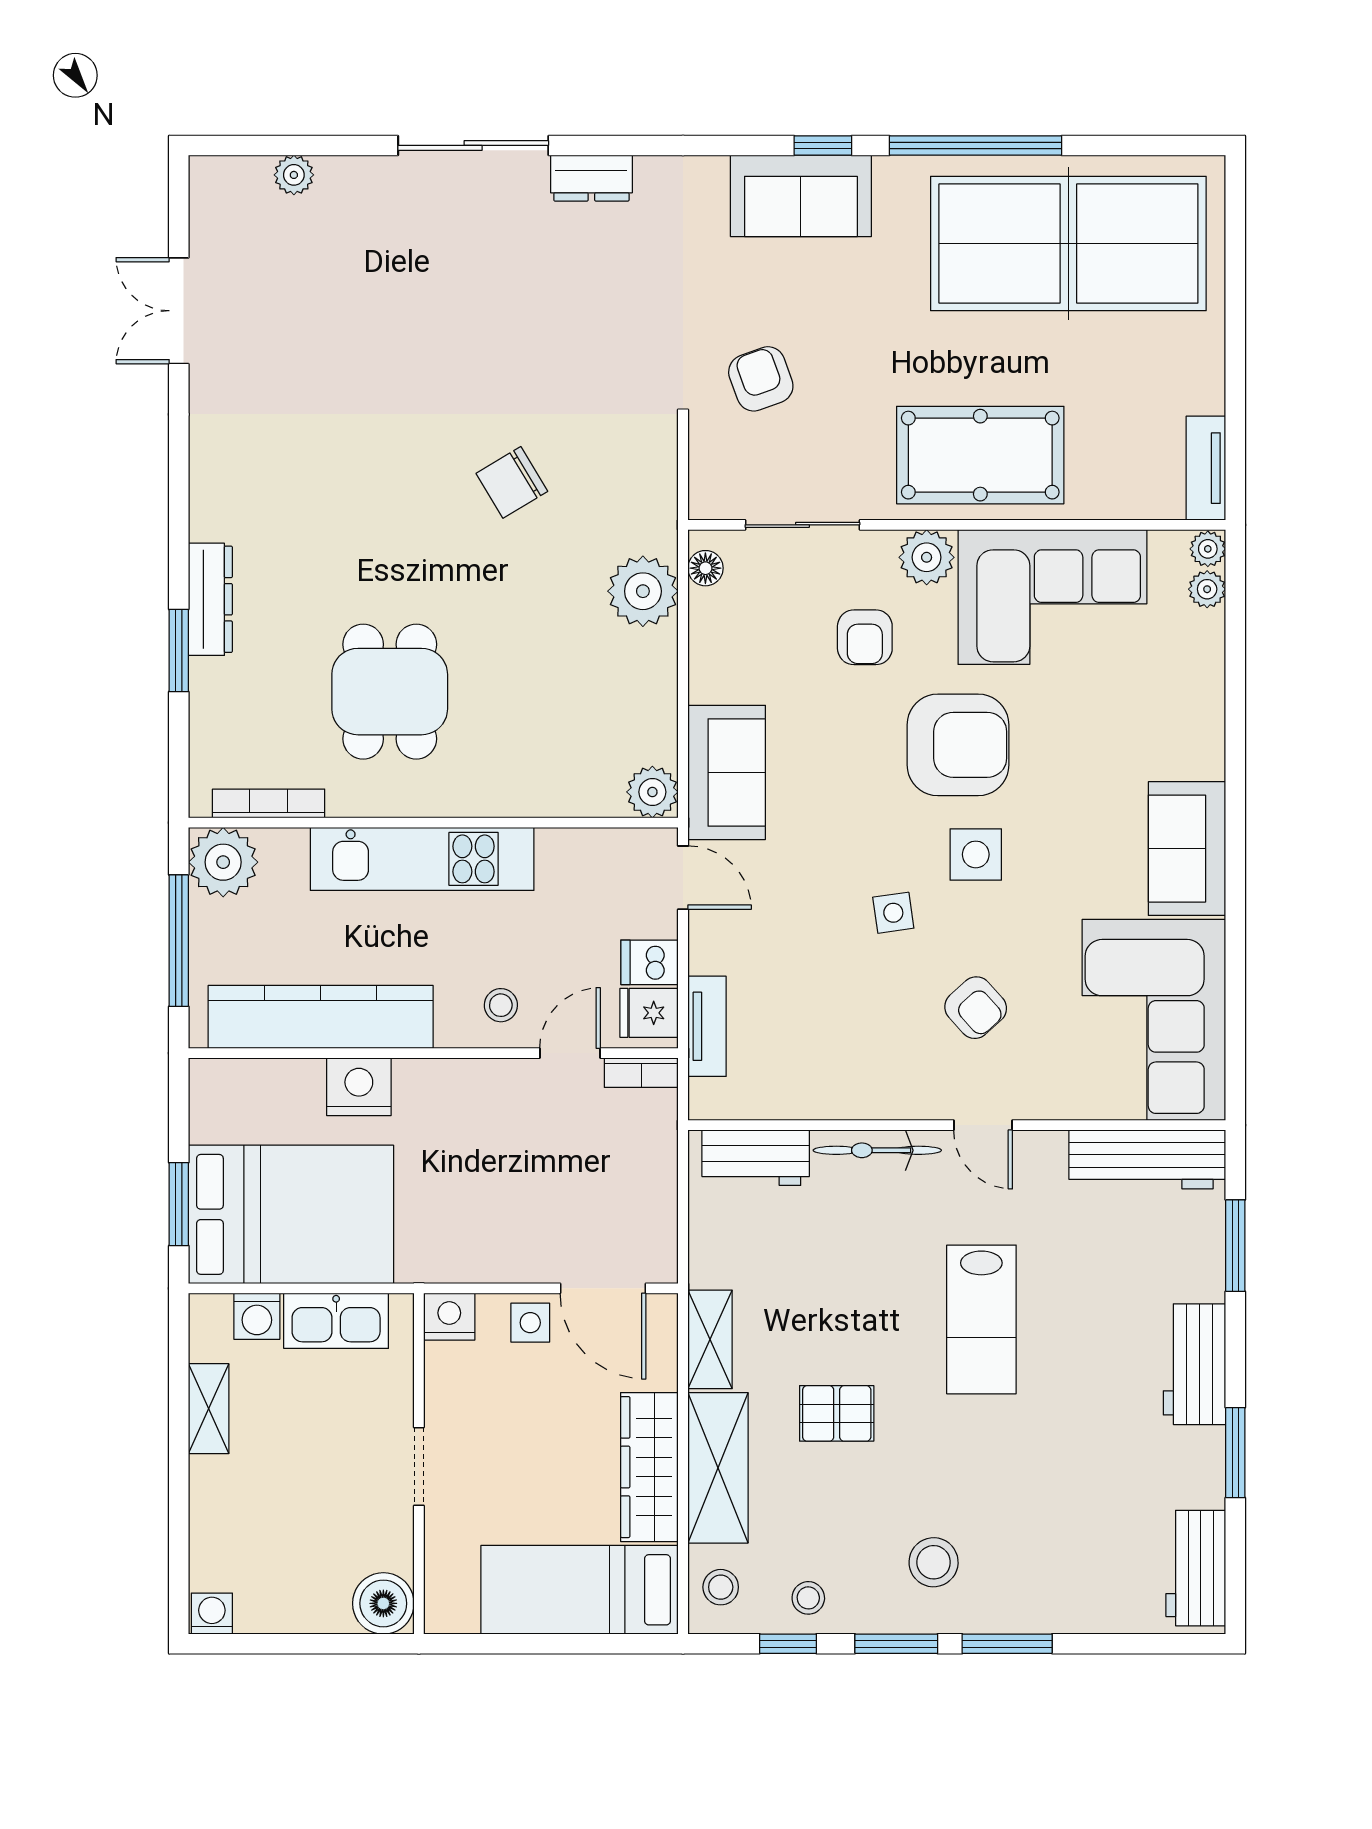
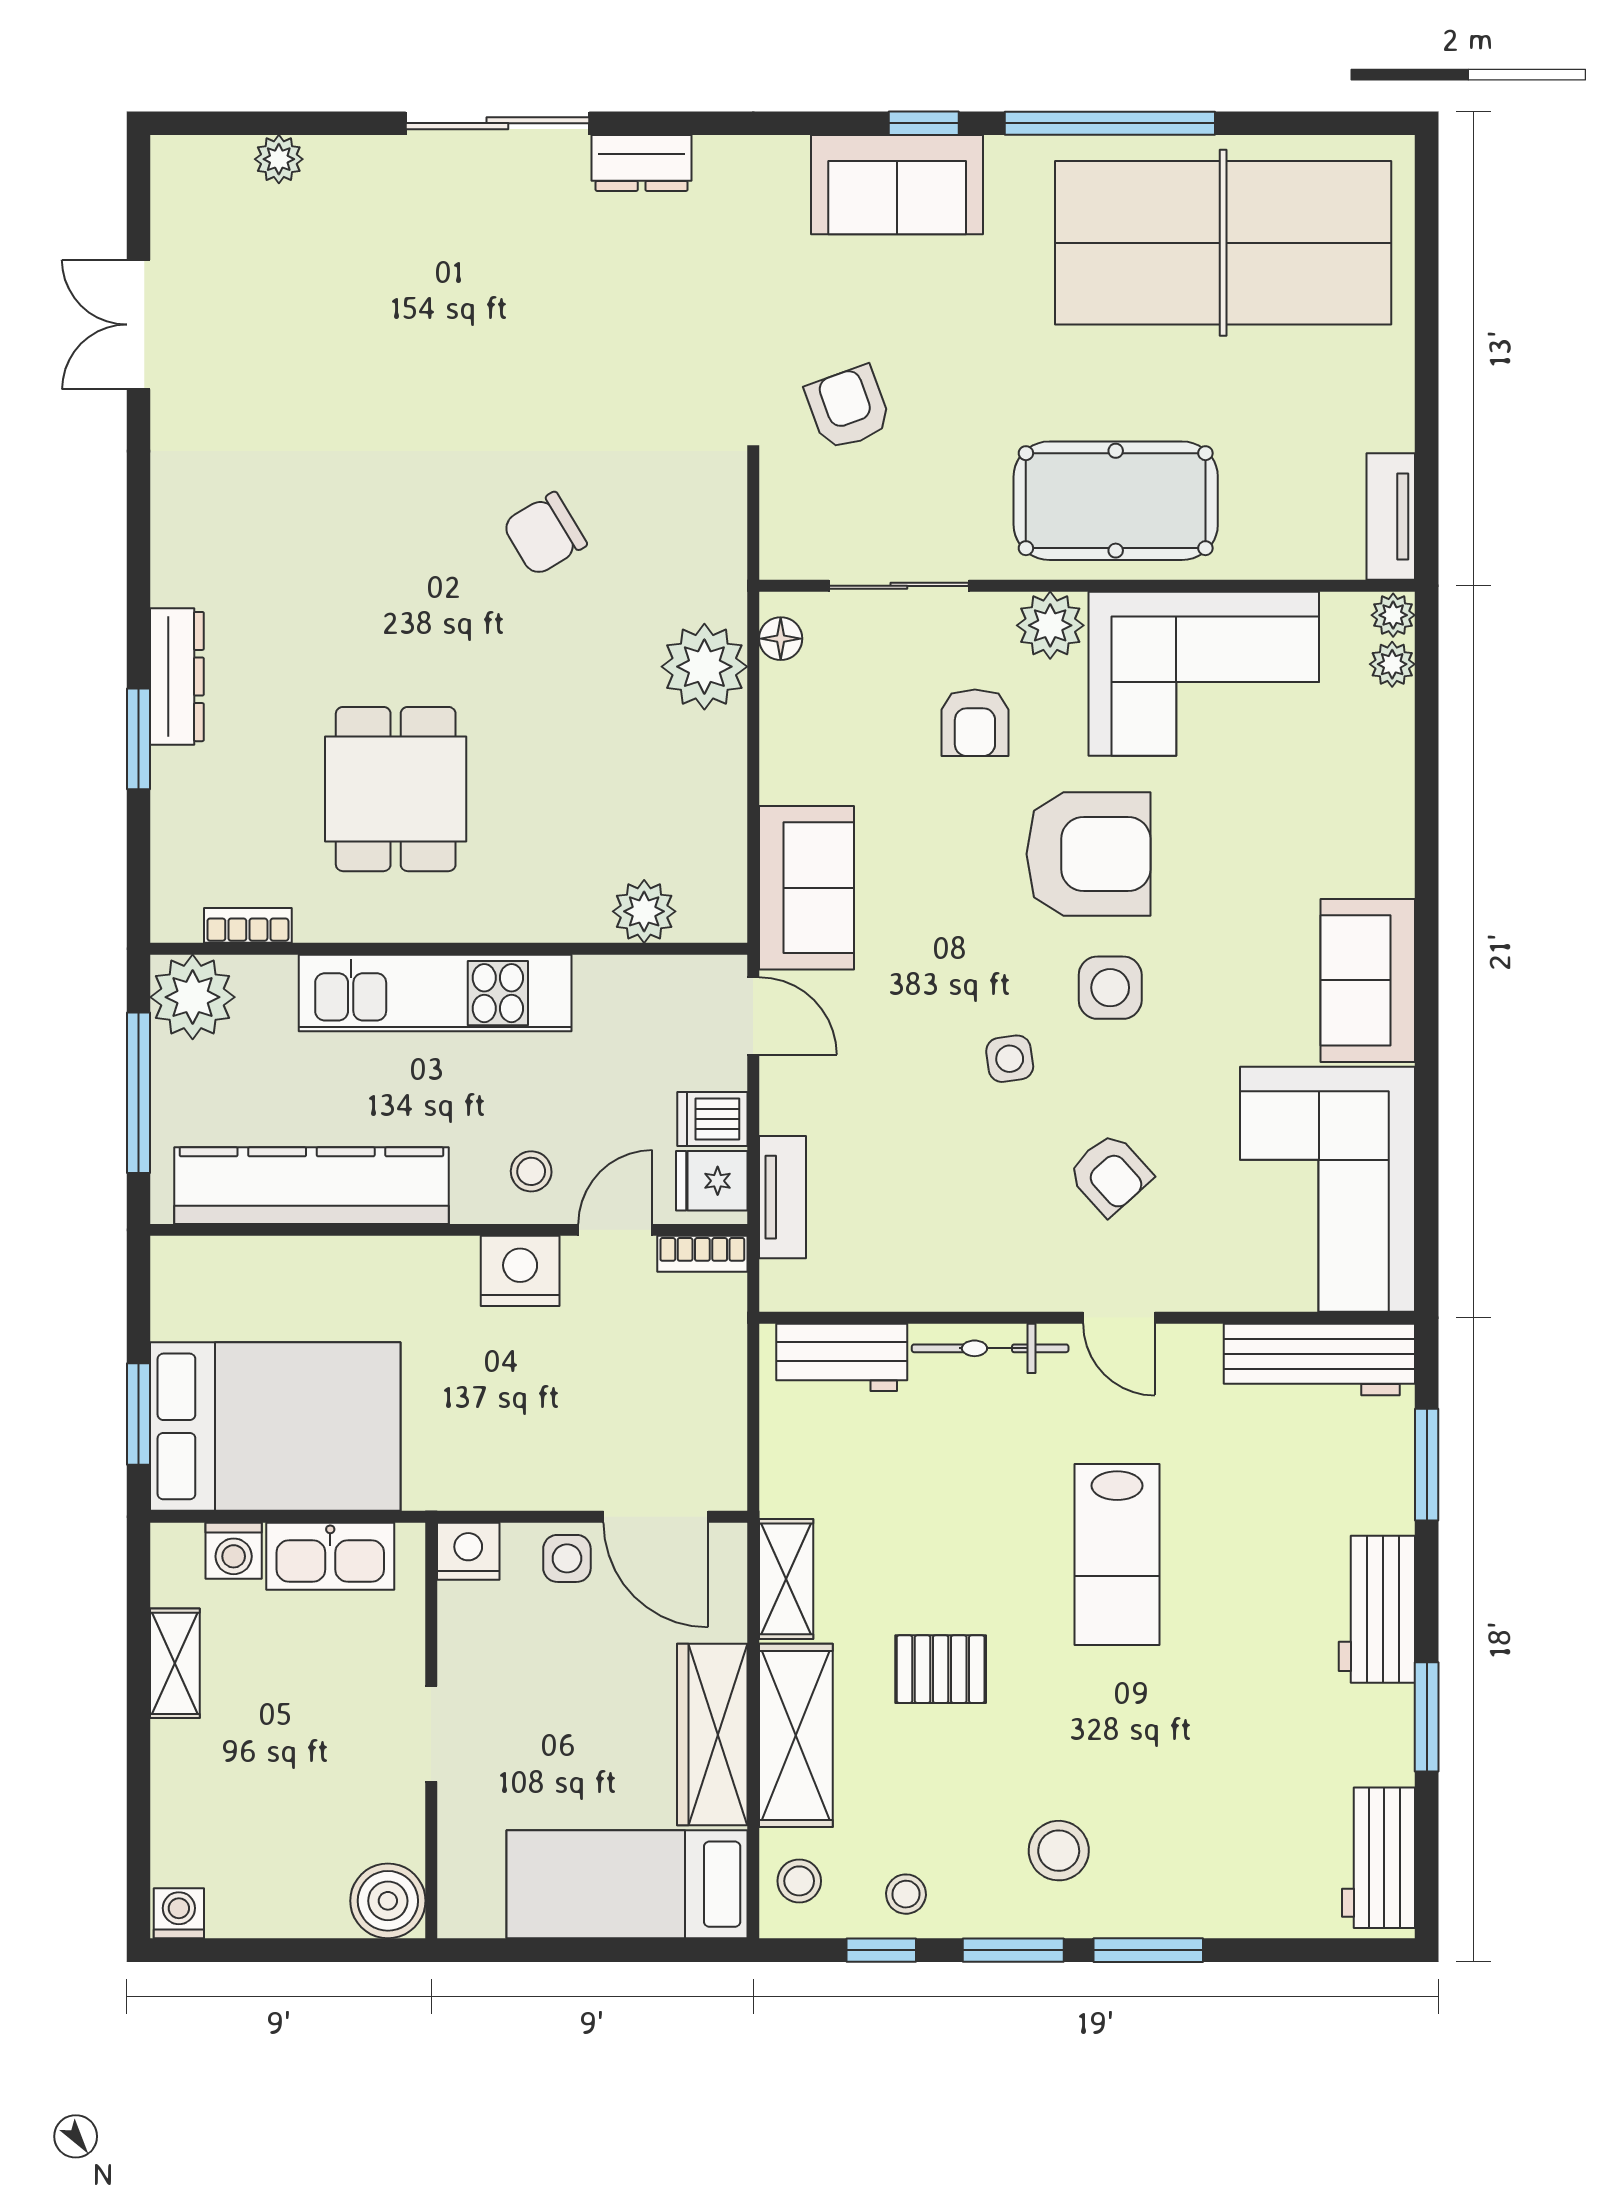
plant: (652, 792) -> (644, 911), moved
bookcase: (269, 803) -> (248, 925), width x0.64
nightstand: (359, 1087) -> (520, 1271), moved

